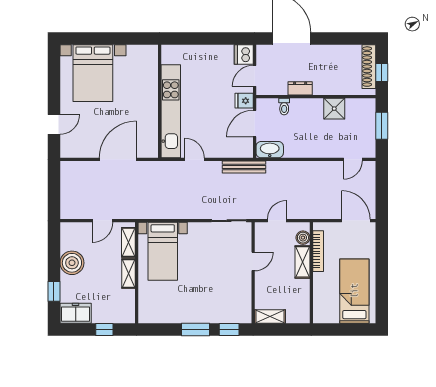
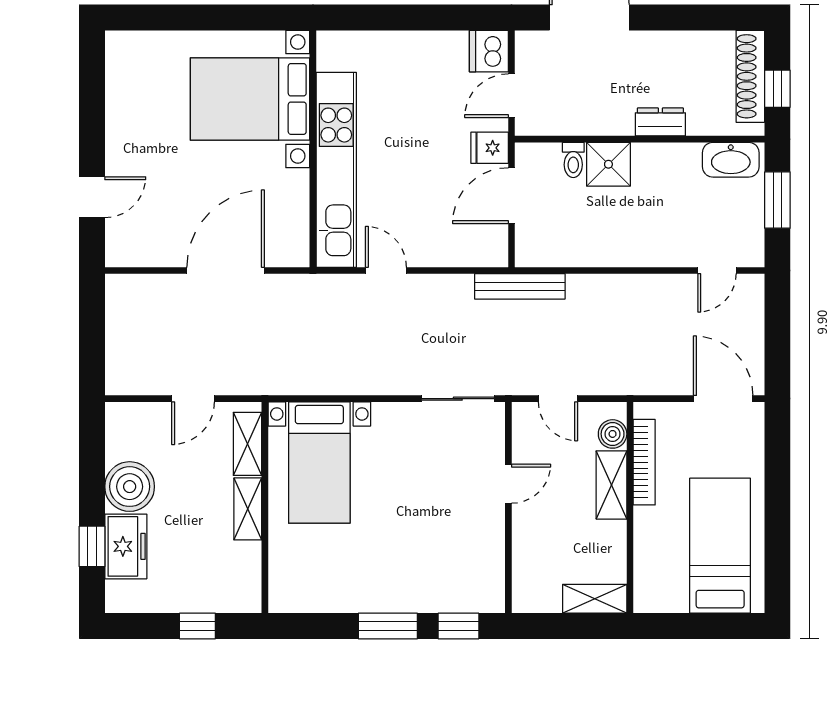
bed with nightstands: (93, 73) -> (250, 99), moved, turned 90
dresser: (300, 88) -> (660, 122), moved
shower: (334, 109) -> (608, 164), moved
washbasin: (270, 150) -> (731, 160), moved, turned 180
bench: (244, 167) -> (520, 286), moved
door: (277, 221) -> (558, 399), swing flipped
freezer: (76, 313) -> (126, 546), moved, turned 90
shelving: (270, 316) -> (595, 599), moved

